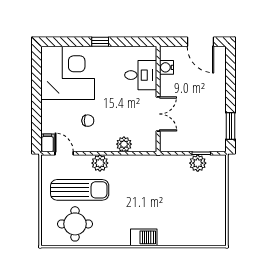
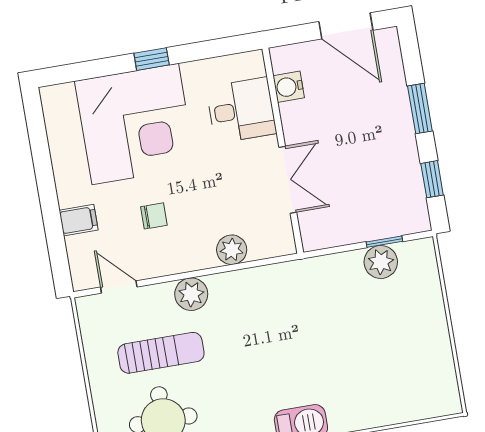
corner desk: (68, 73) -> (135, 124), moved, turned 90
window: (231, 90) -> (420, 109), added
window: (231, 126) -> (432, 179), width x0.67
filing cabinet: (47, 143) -> (79, 220), moved, turned 90
sun lounger: (80, 190) -> (161, 353), width x0.73, depth x0.75

